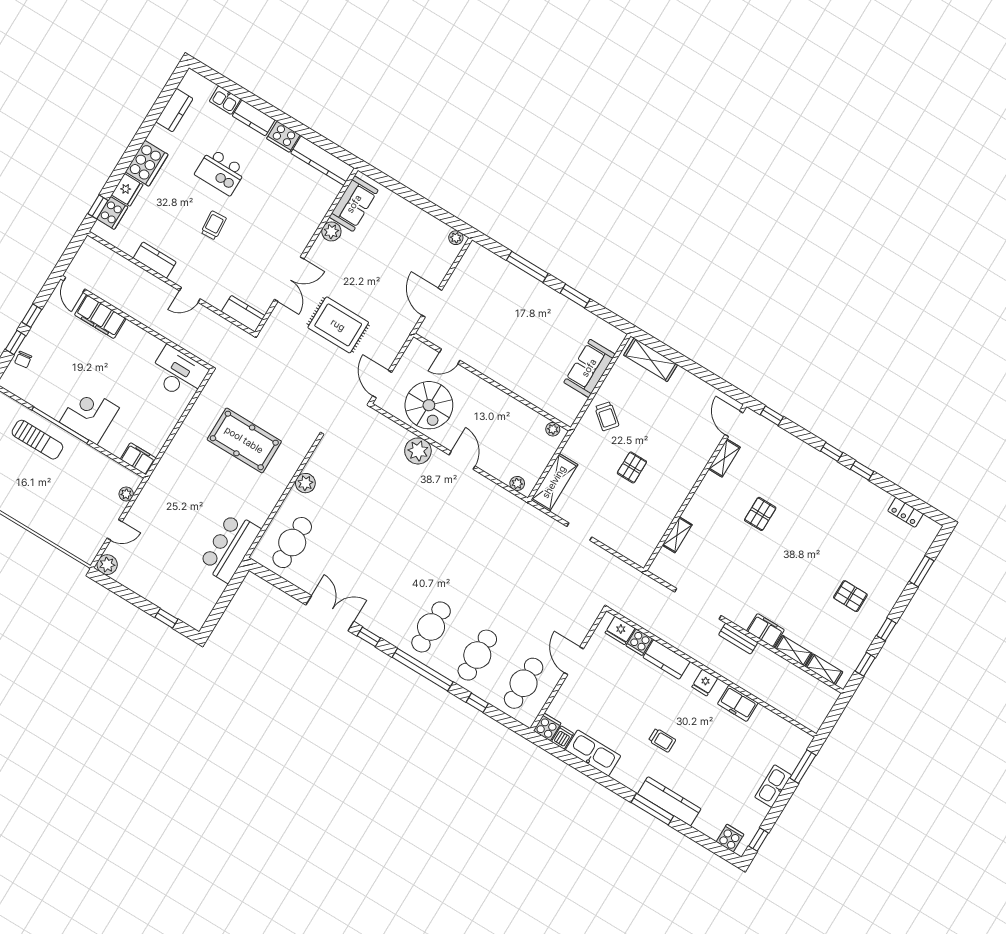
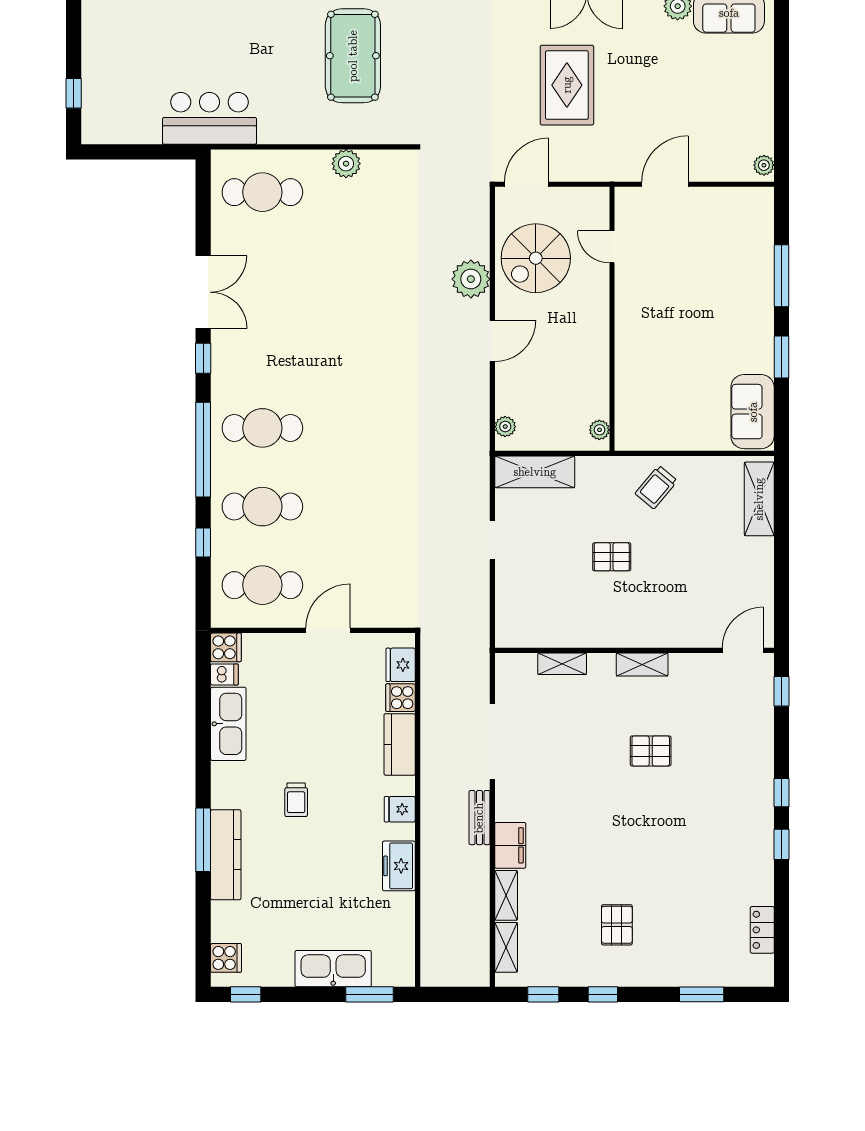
sofa: (589, 368) -> (753, 412), moved, turned -90
shelving: (724, 458) -> (642, 664), moved
kitchen sink: (773, 786) -> (333, 969), width x1.36, depth x1.24

